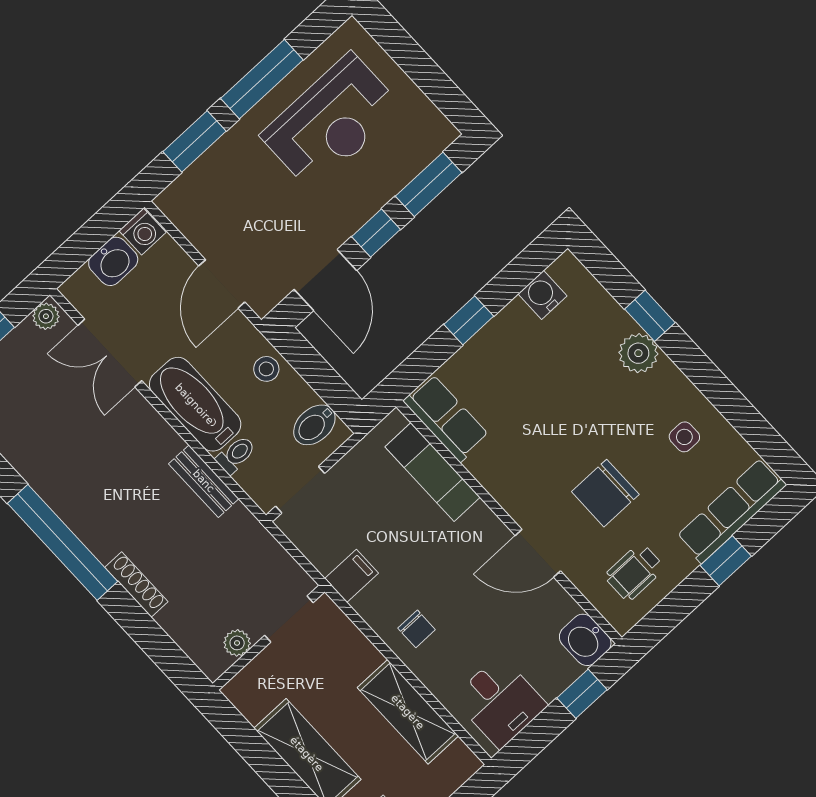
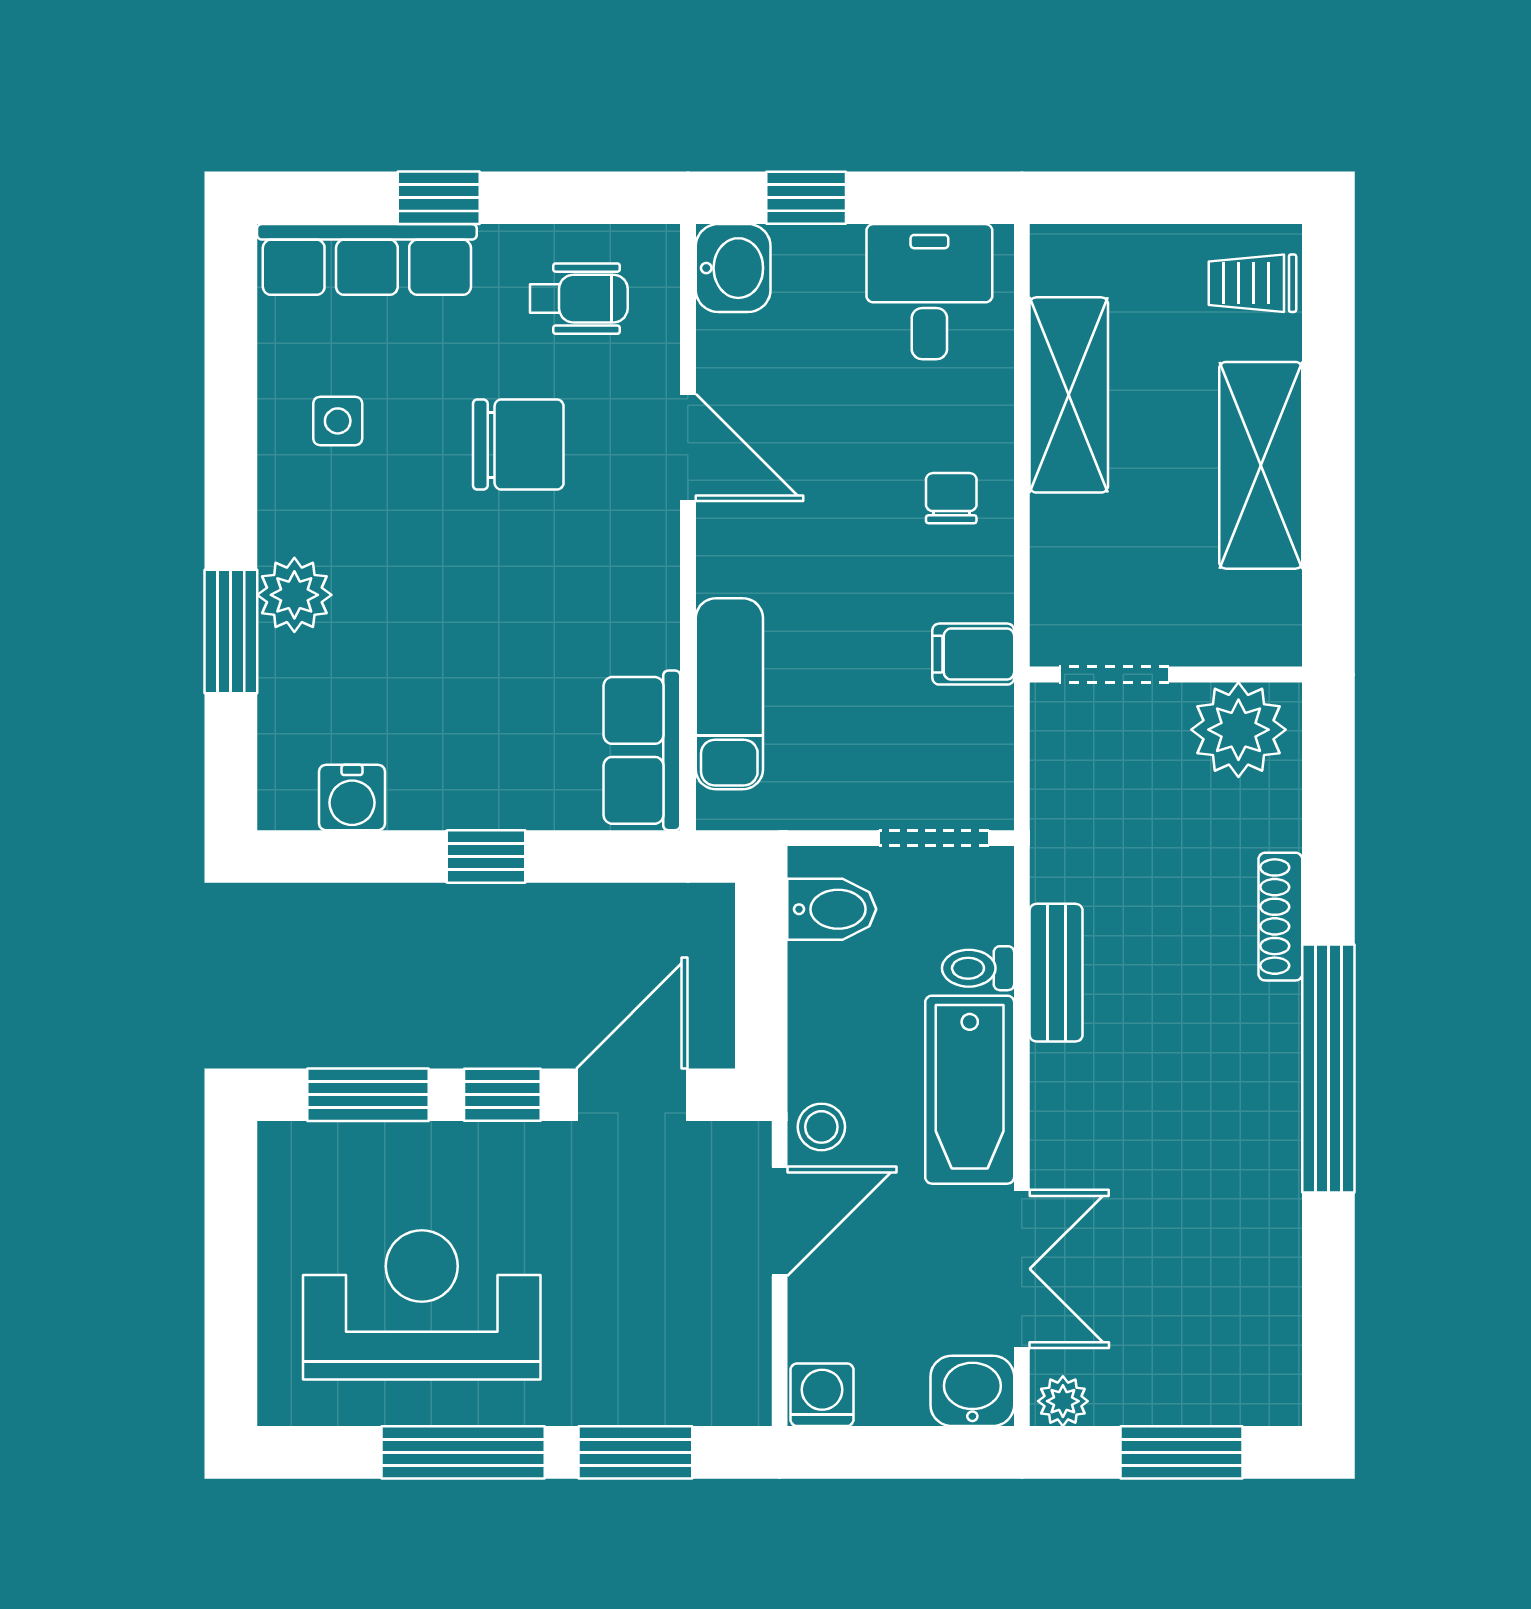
washbasin: (113, 261) -> (972, 1391), moved
window: (650, 316) -> (231, 632), width x1.50
stool: (266, 369) -> (821, 1127), moved
plant: (237, 643) -> (1238, 730), width x1.88, depth x1.88

